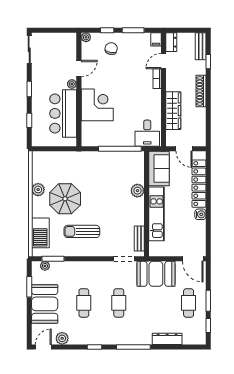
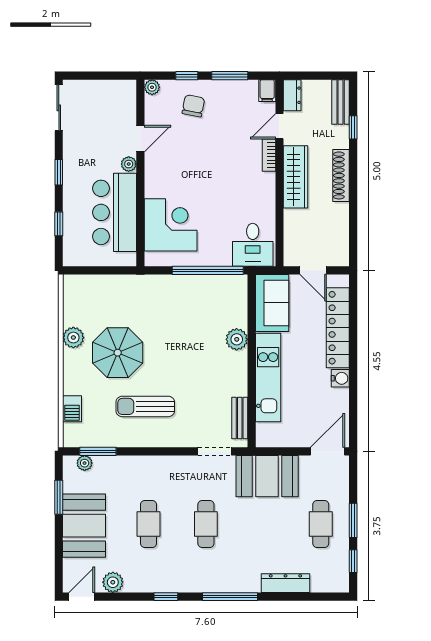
corner desk: (97, 105) -> (171, 225), moved
wardrobe: (173, 111) -> (296, 177), moved
barbecue: (40, 233) -> (72, 409), width x0.53, depth x0.65
door: (193, 259) -> (328, 451), swing flipped

